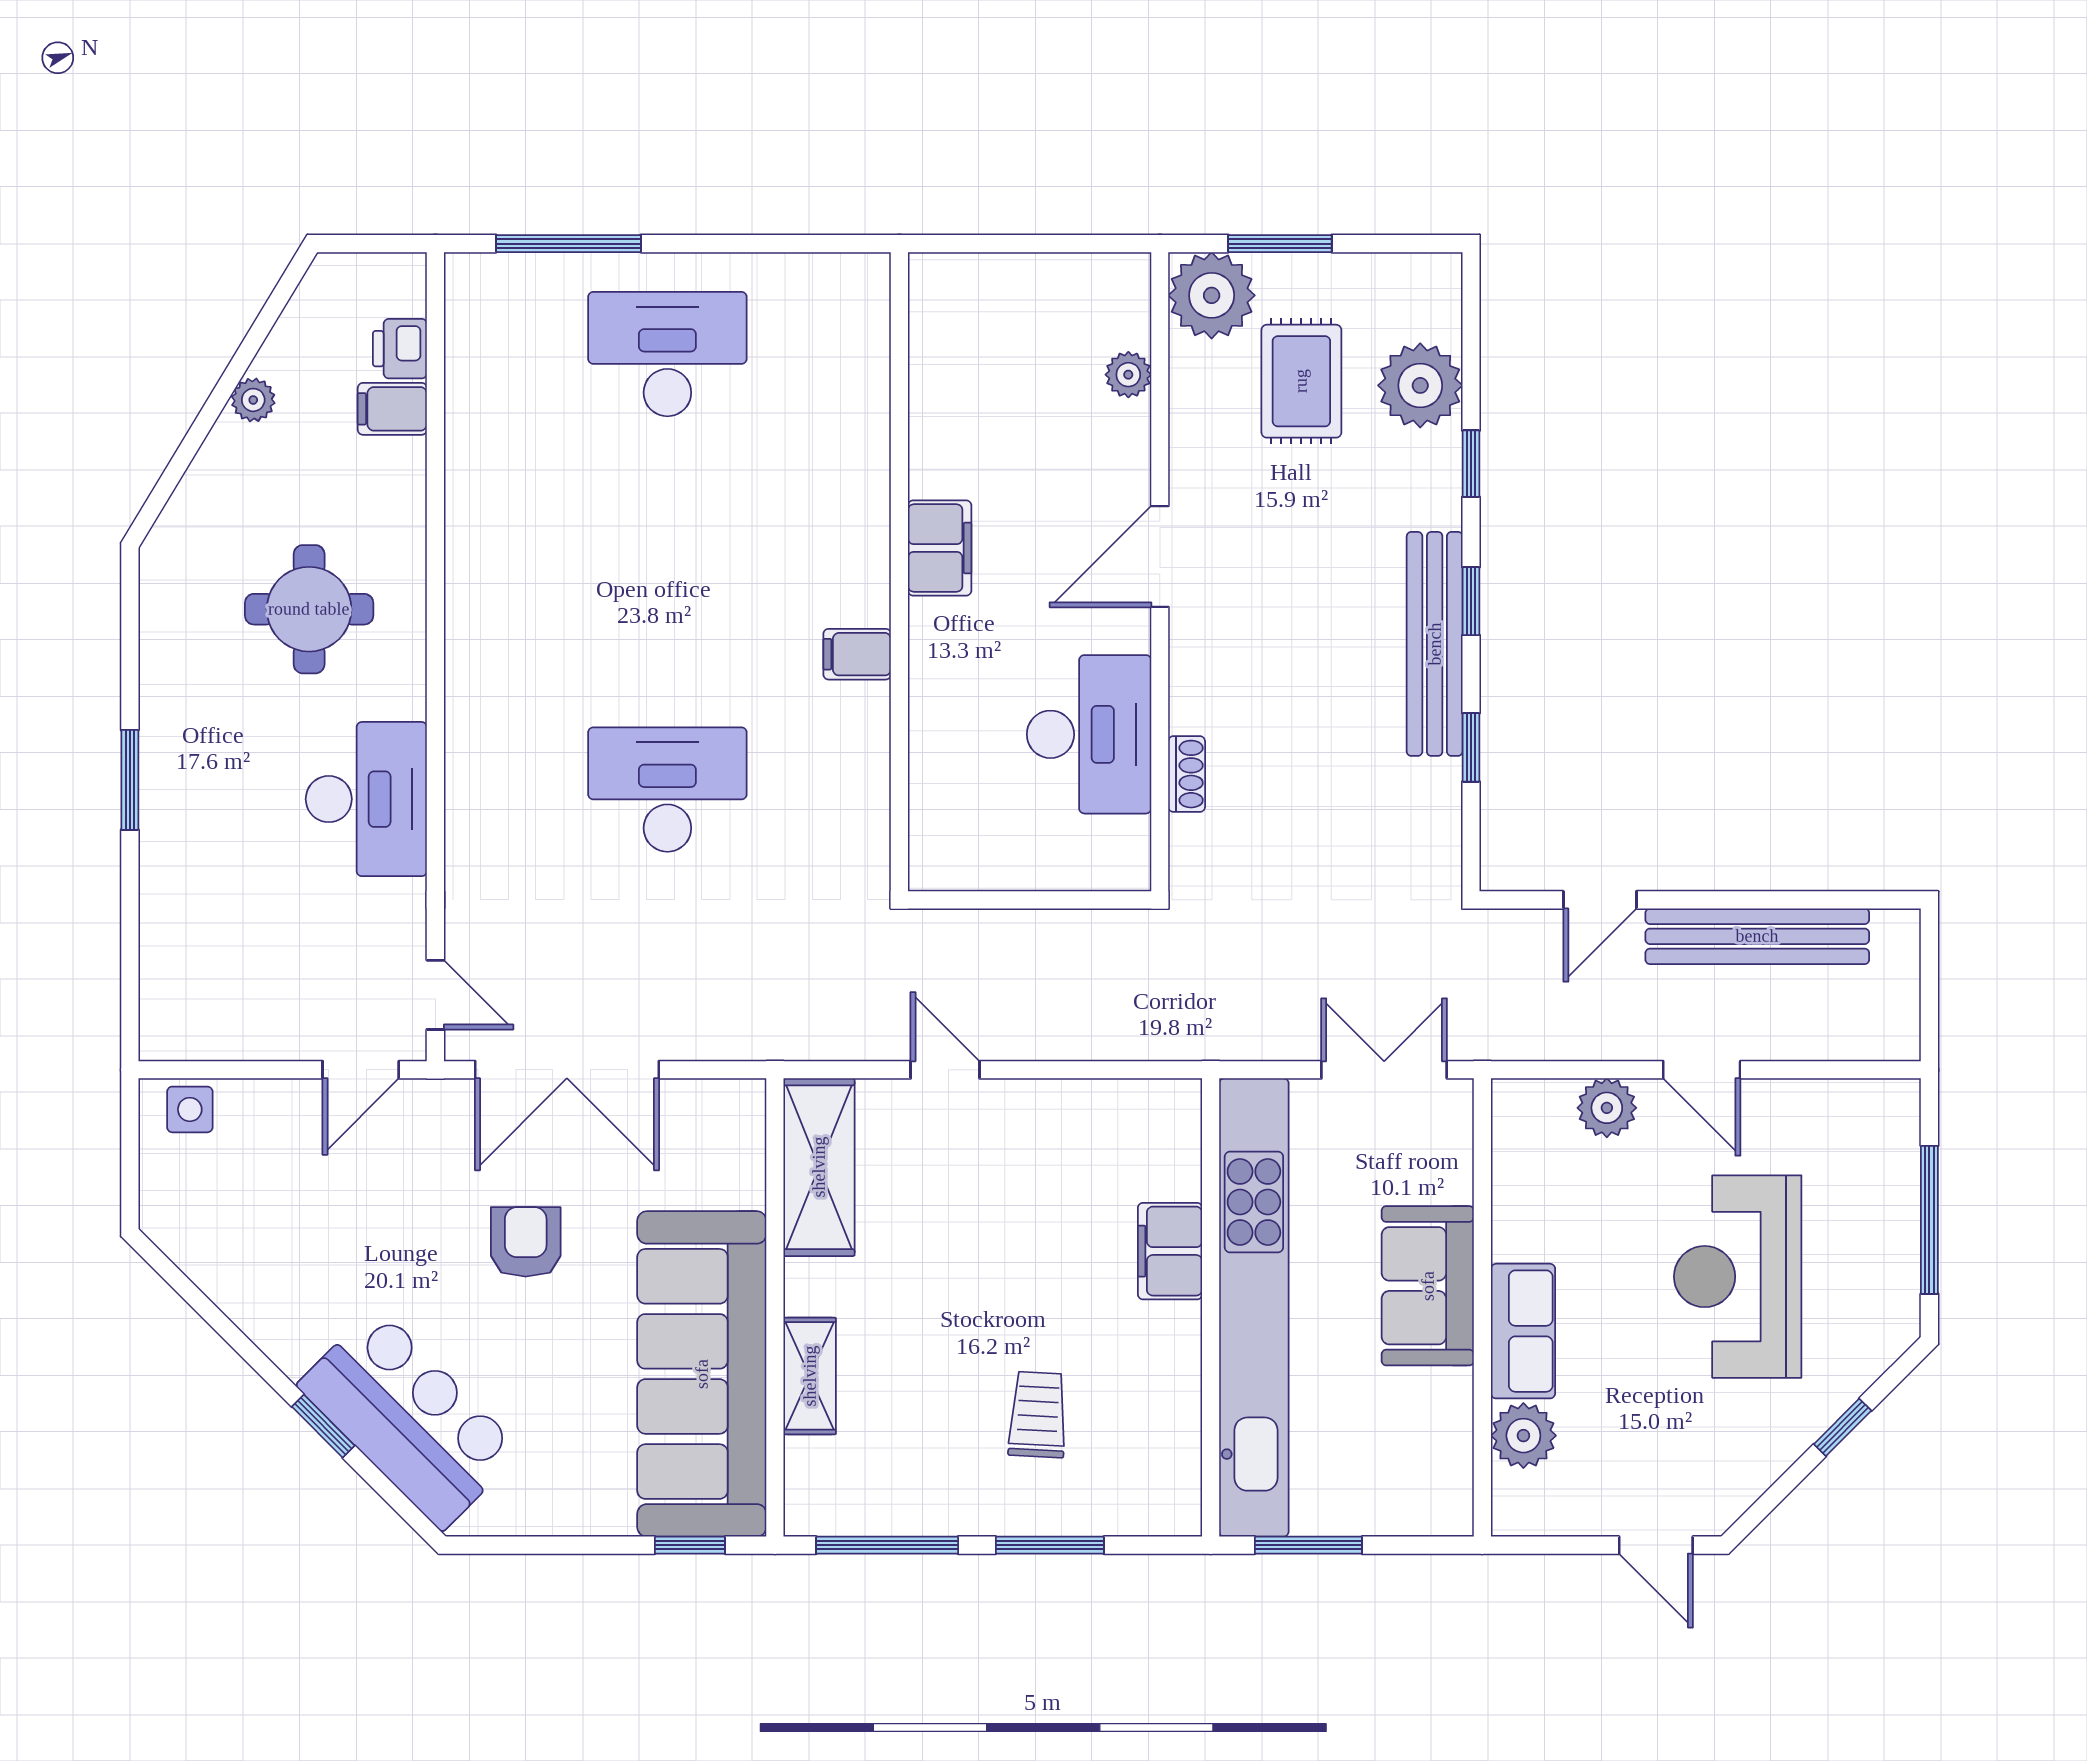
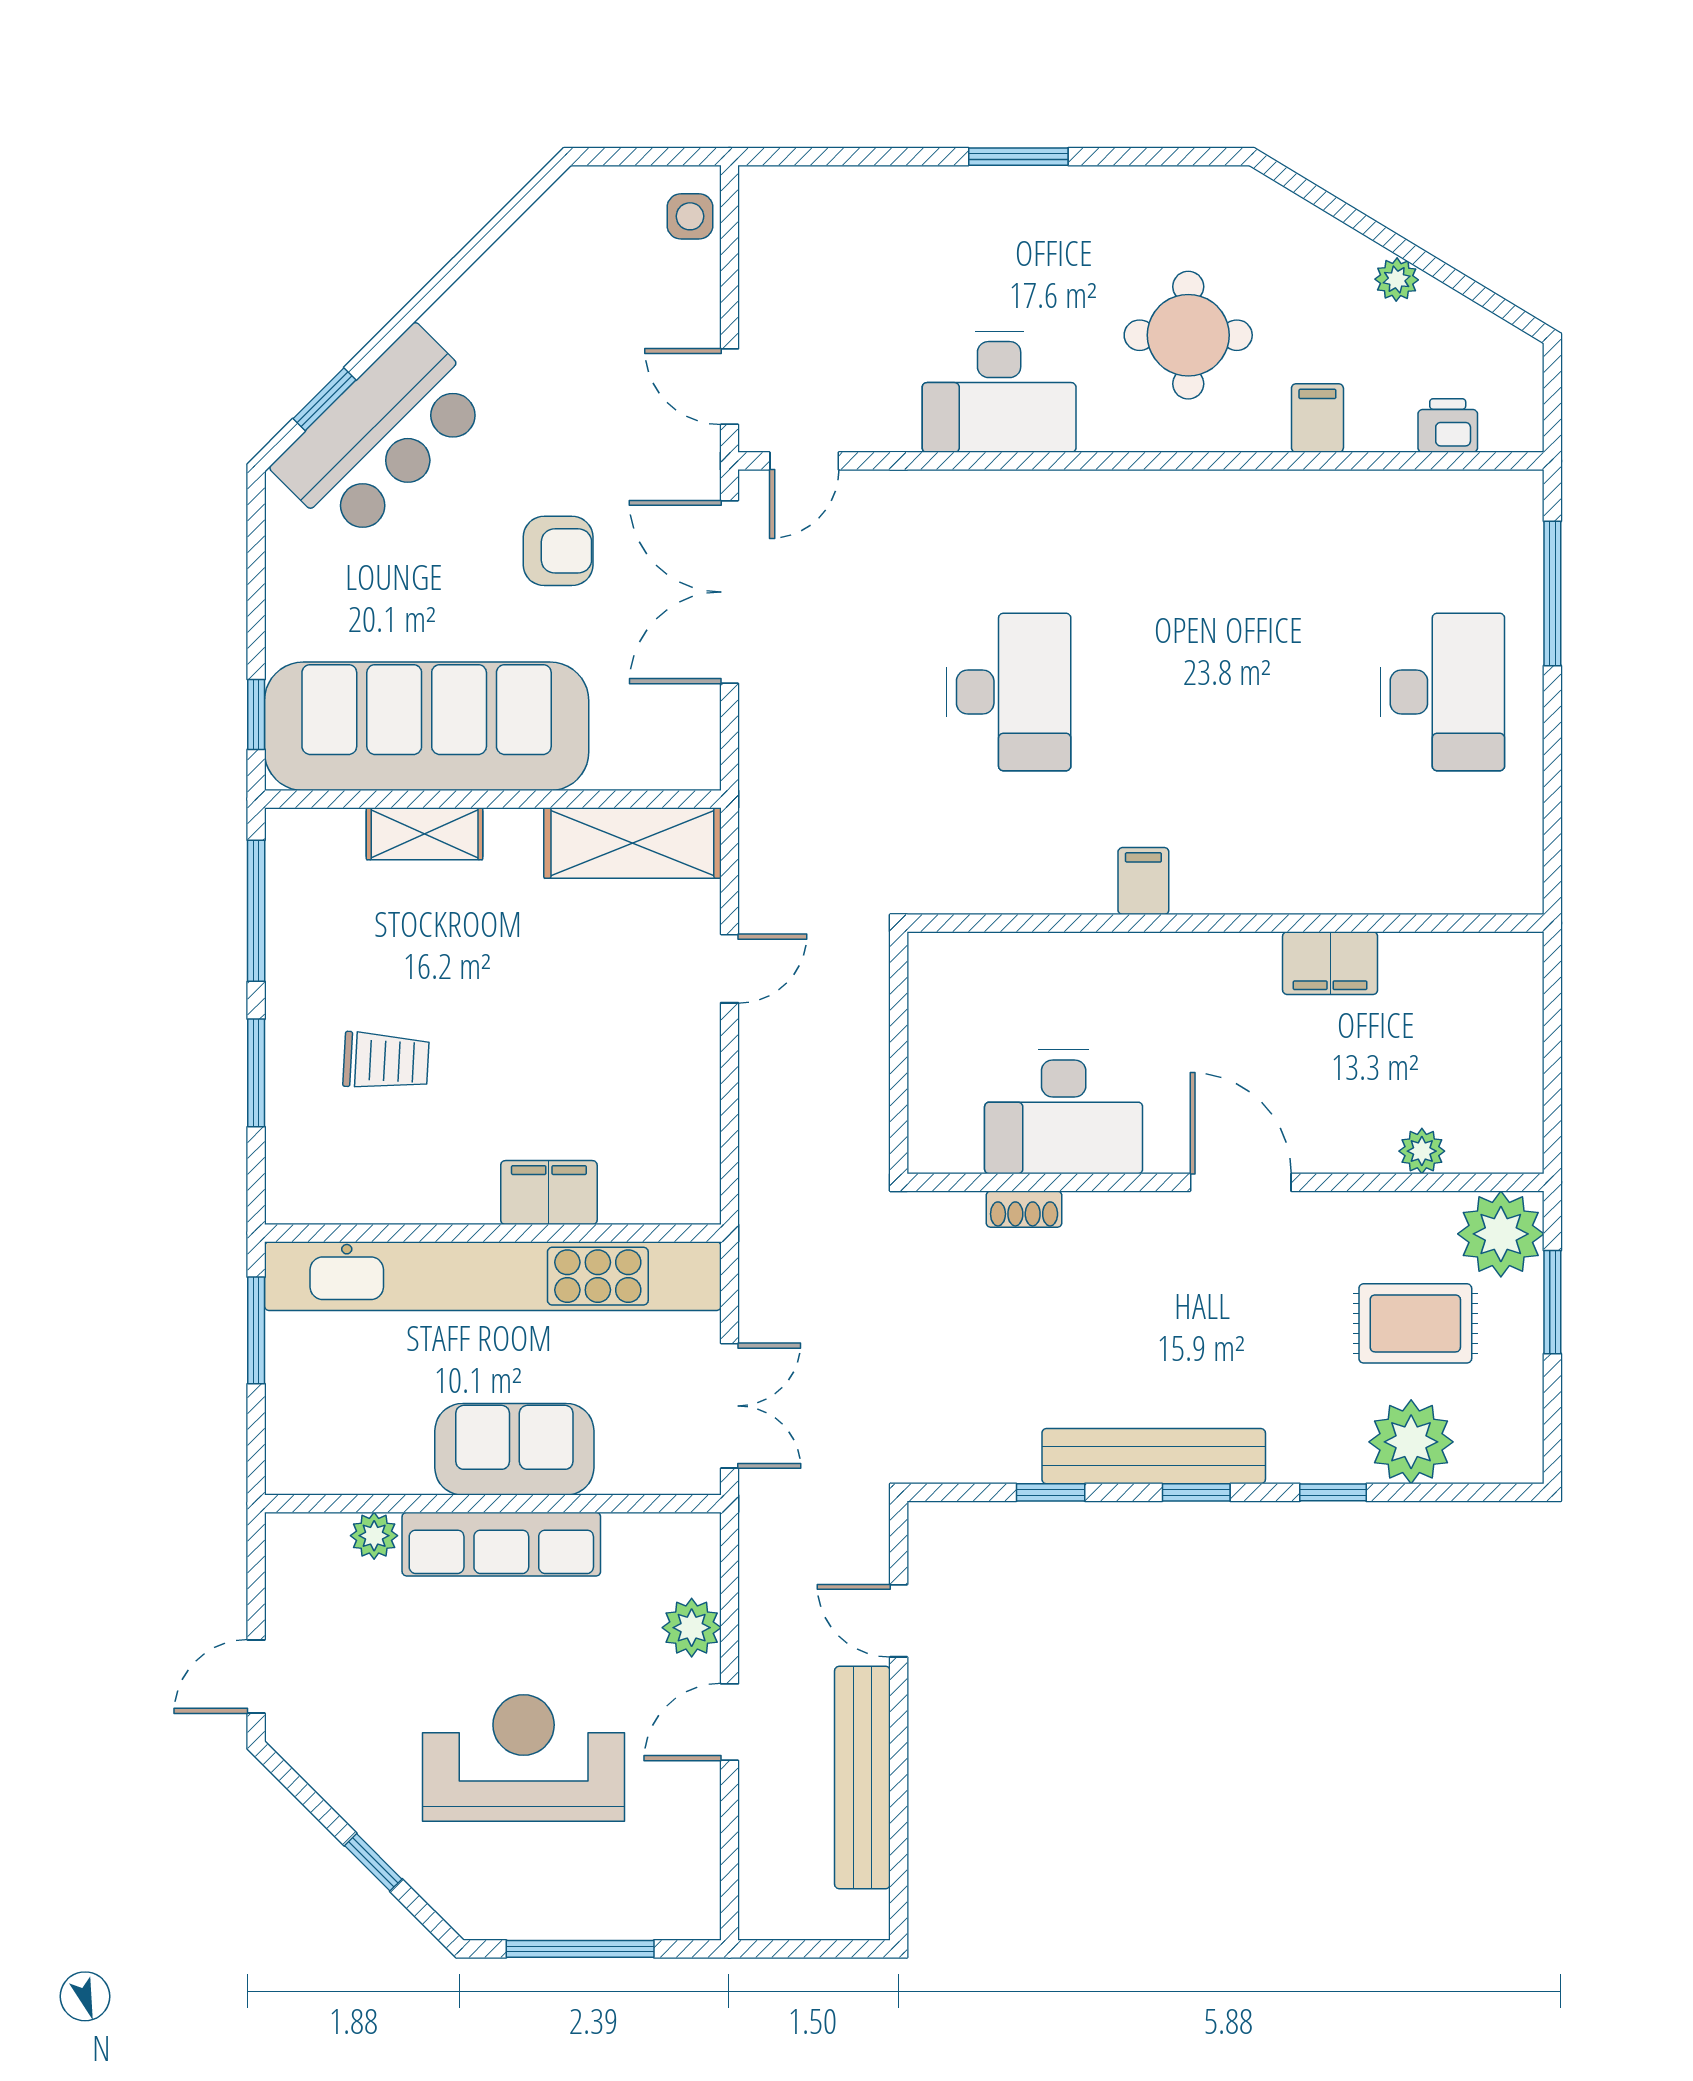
filing cabinet: (392, 409) -> (1317, 418), moved
filing cabinet: (940, 548) -> (1330, 963), moved
row of seats: (1523, 1331) -> (501, 1544), width x1.48
window: (323, 1426) -> (325, 399), moved
plant: (1523, 1436) -> (374, 1536), width x0.73, depth x0.73

